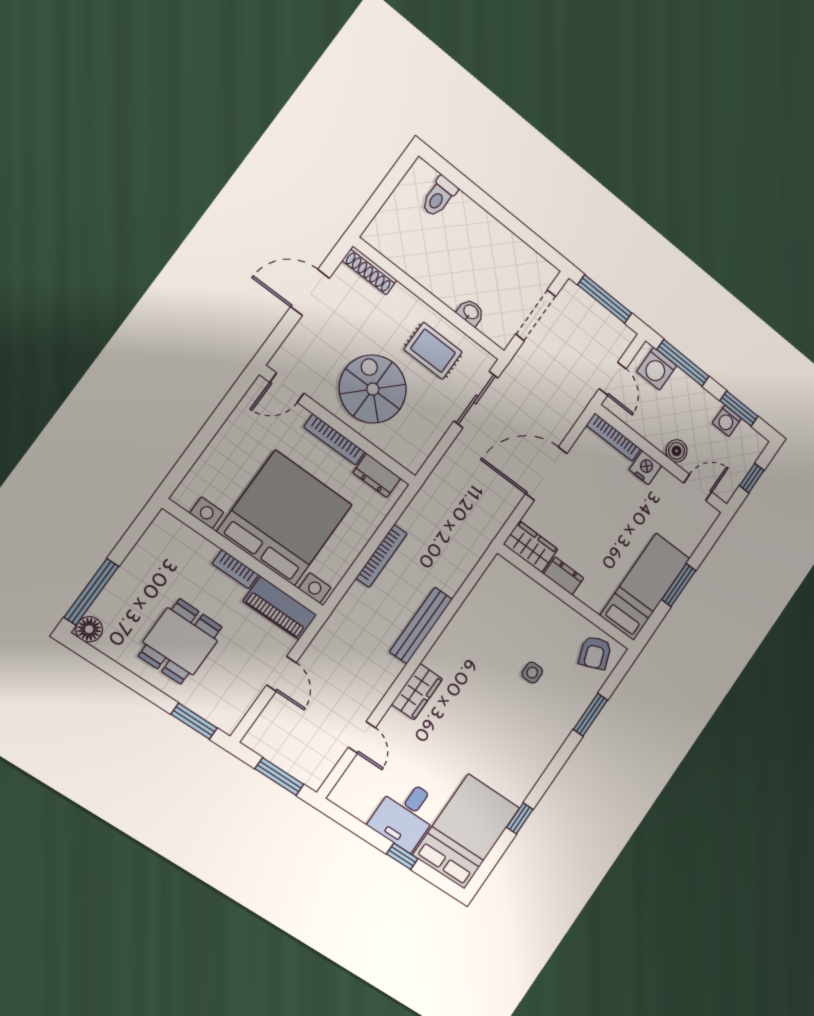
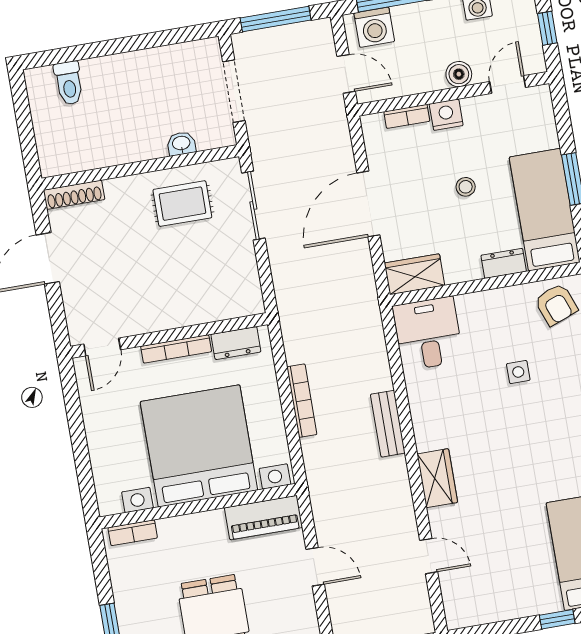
spiral stairs: (373, 389) -> (166, 281), removed
bookcase: (614, 437) -> (407, 116), width x0.64
stool: (614, 524) -> (466, 187), added
bookcase: (235, 569) -> (133, 533), moved
dresser: (564, 576) -> (504, 263), moved
bench: (421, 625) -> (388, 424), width x0.73
desk: (406, 814) -> (428, 334), moved, turned 180

